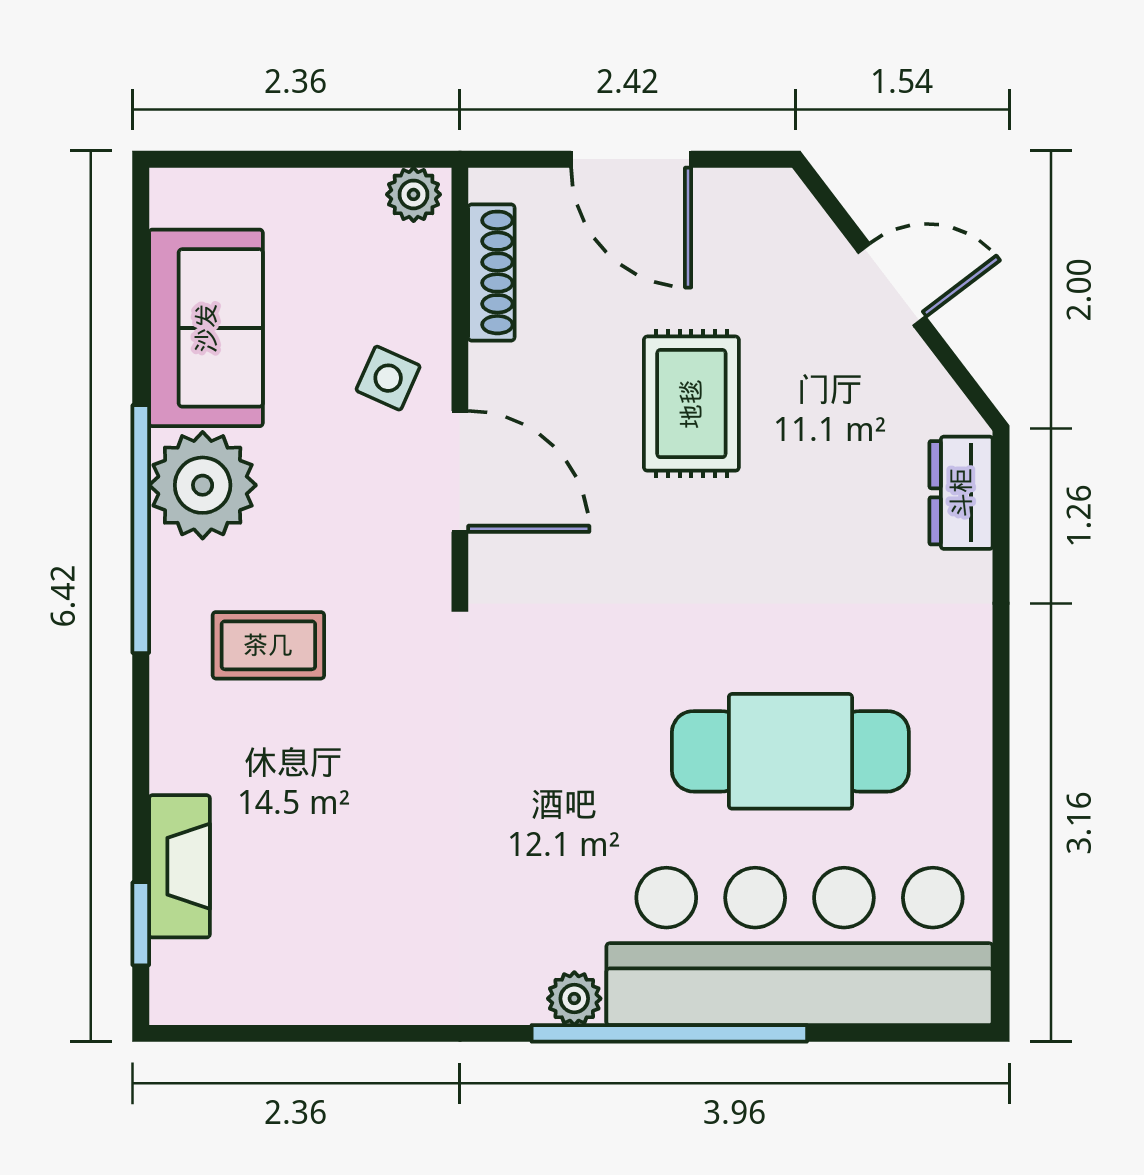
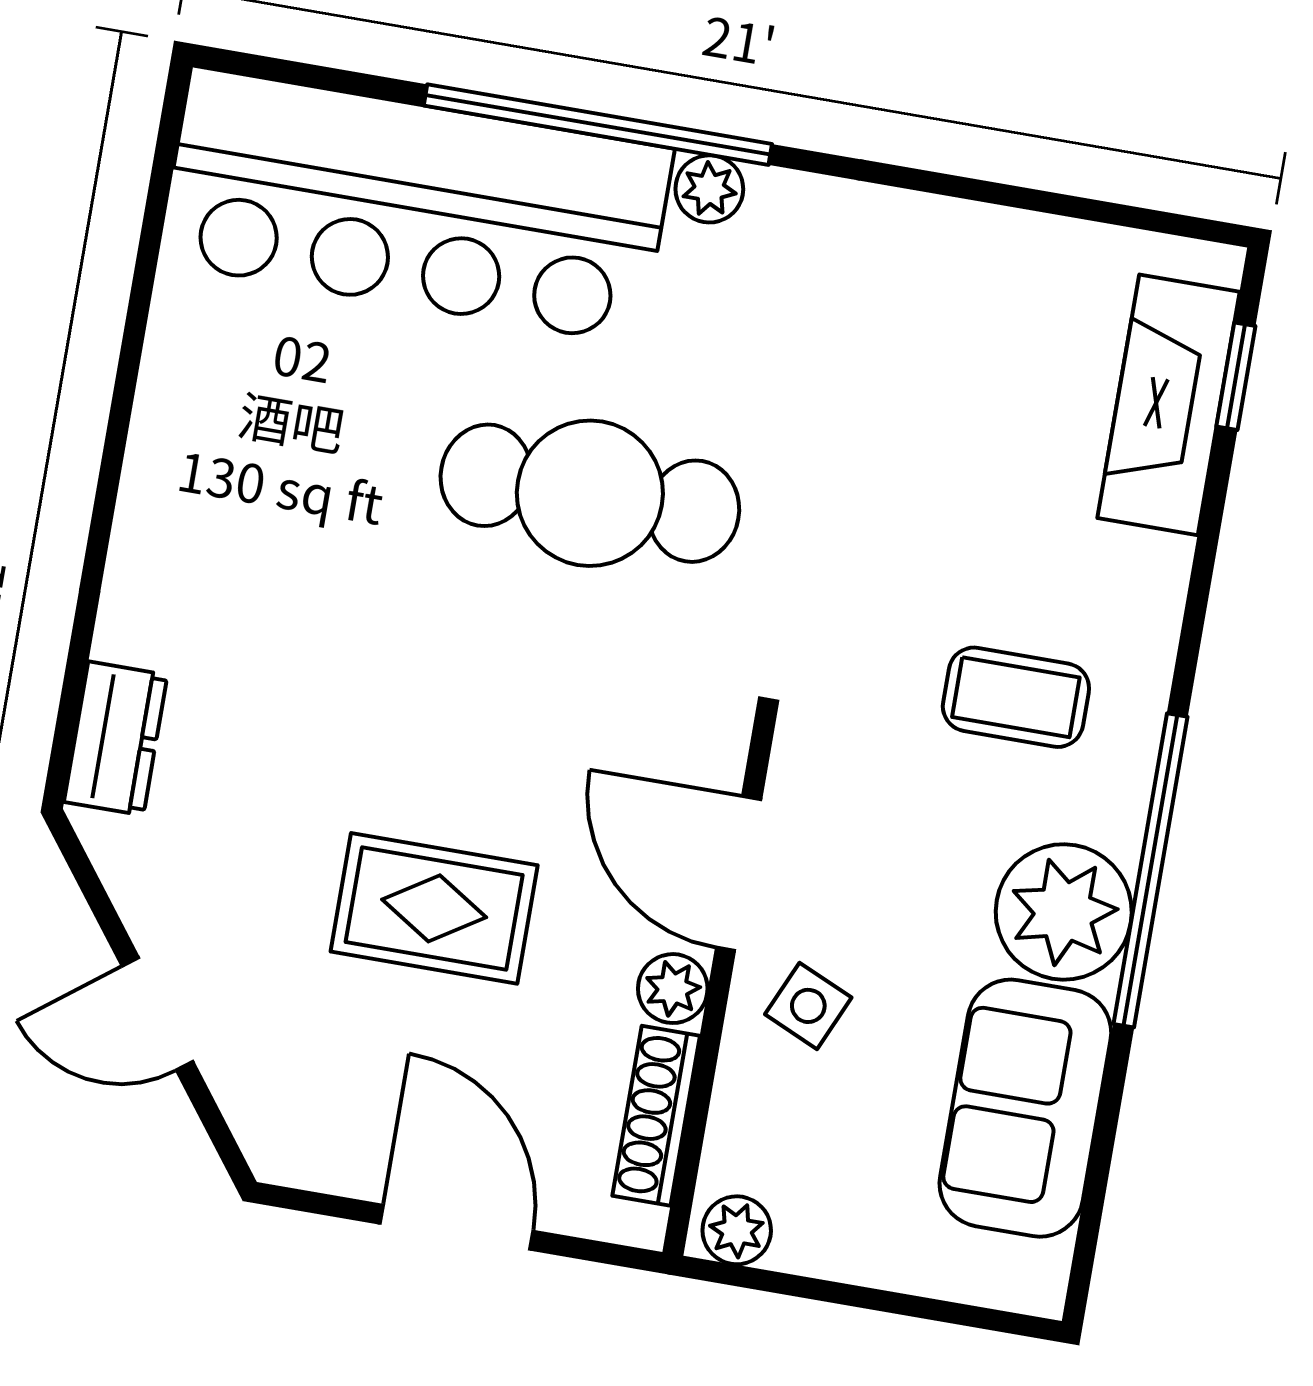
plant: (496, 373) -> (673, 989), added
rug: (691, 404) -> (434, 908), turned 90
cafe table: (790, 751) -> (590, 493), moved
fireplace: (180, 866) -> (1169, 405), width x1.37, depth x1.32

